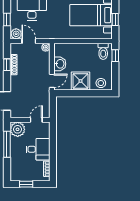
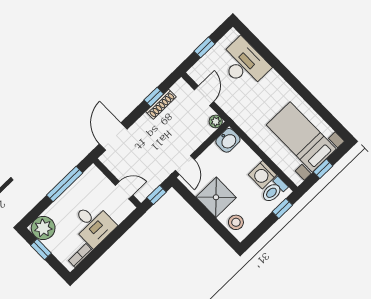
plant: (16, 34) -> (199, 73), removed
washing machine: (91, 50) -> (262, 175), added
washbasin: (60, 64) -> (228, 140), moved
door: (52, 81) -> (185, 165), hinge flipped
window: (53, 107) -> (157, 195), added
plant: (18, 129) -> (43, 228), moved

